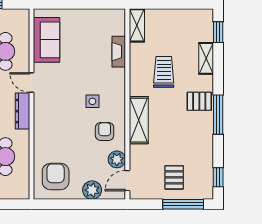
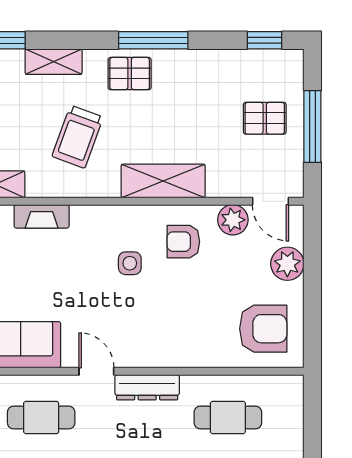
trolley: (164, 72) -> (78, 137), turned -70
door: (32, 83) -> (96, 371), swing flipped
pallet: (199, 101) -> (130, 74), turned 90
armchair: (56, 176) -> (263, 329), turned 180
window: (183, 204) -> (312, 126), moved

